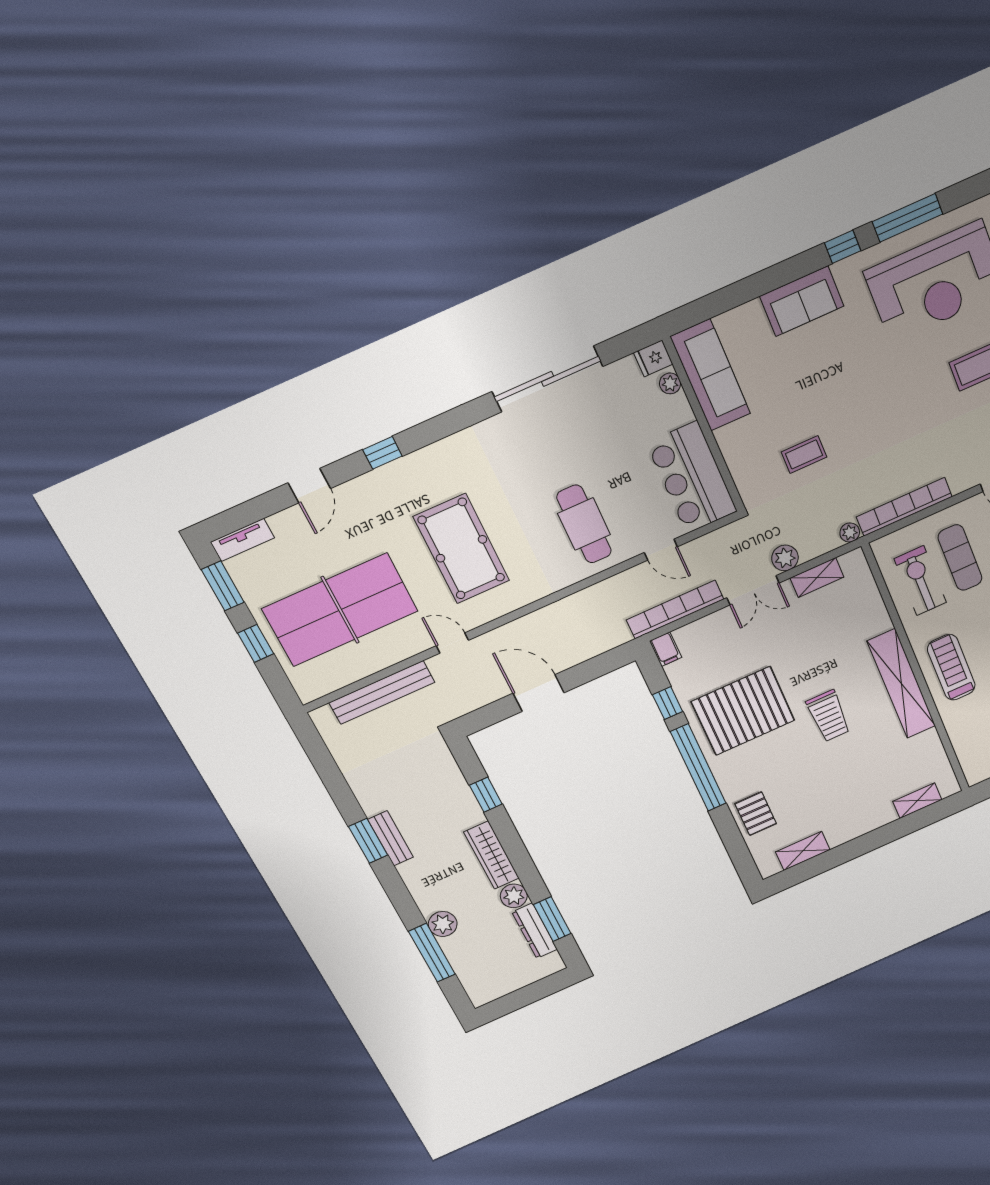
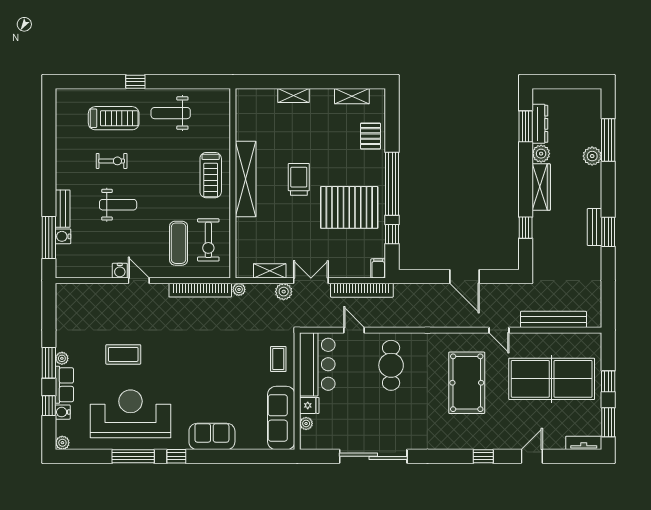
fridge: (653, 358) -> (309, 405), moved
coffee table: (804, 454) -> (278, 359), moved, turned 90
shelving: (917, 801) -> (293, 95), moved

